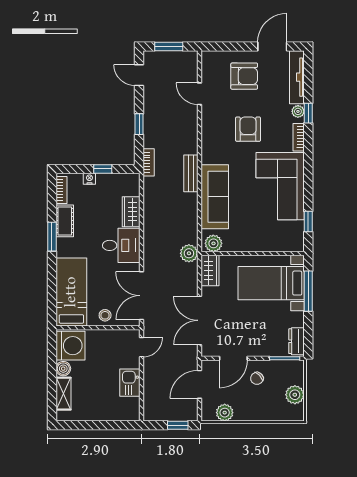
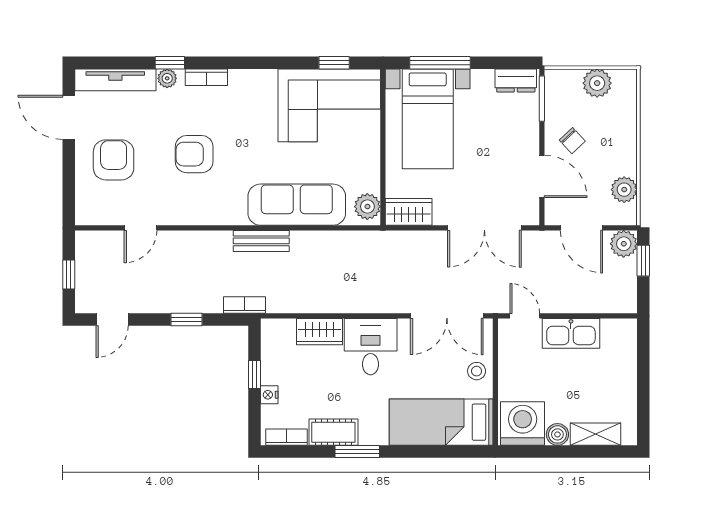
window: (169, 47) -> (69, 274), width x0.67
corner sofa: (280, 186) -> (329, 105), moved
plant: (189, 253) -> (624, 244), moved
kitchen sink: (130, 383) -> (571, 333), width x1.38

